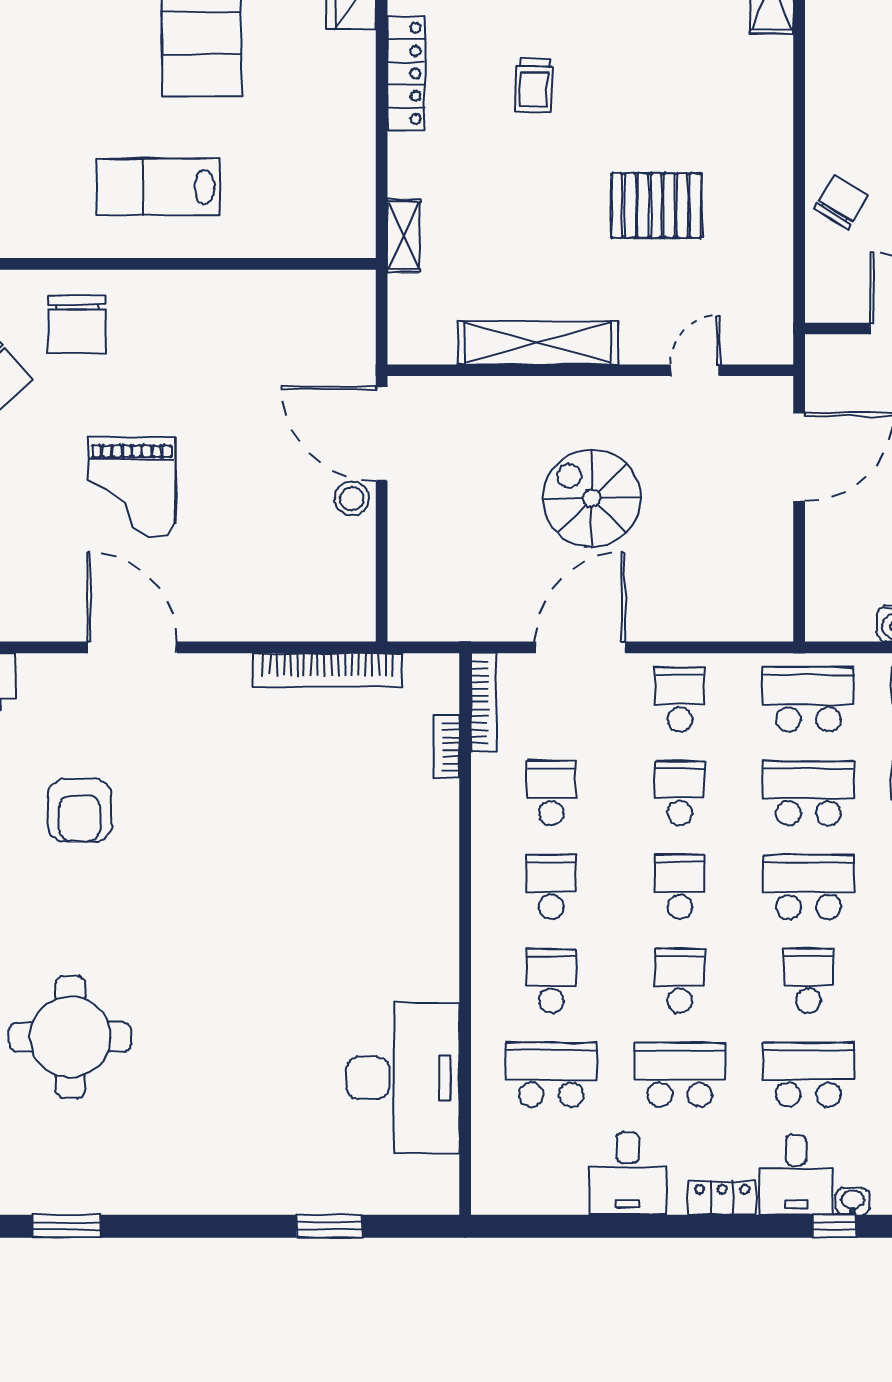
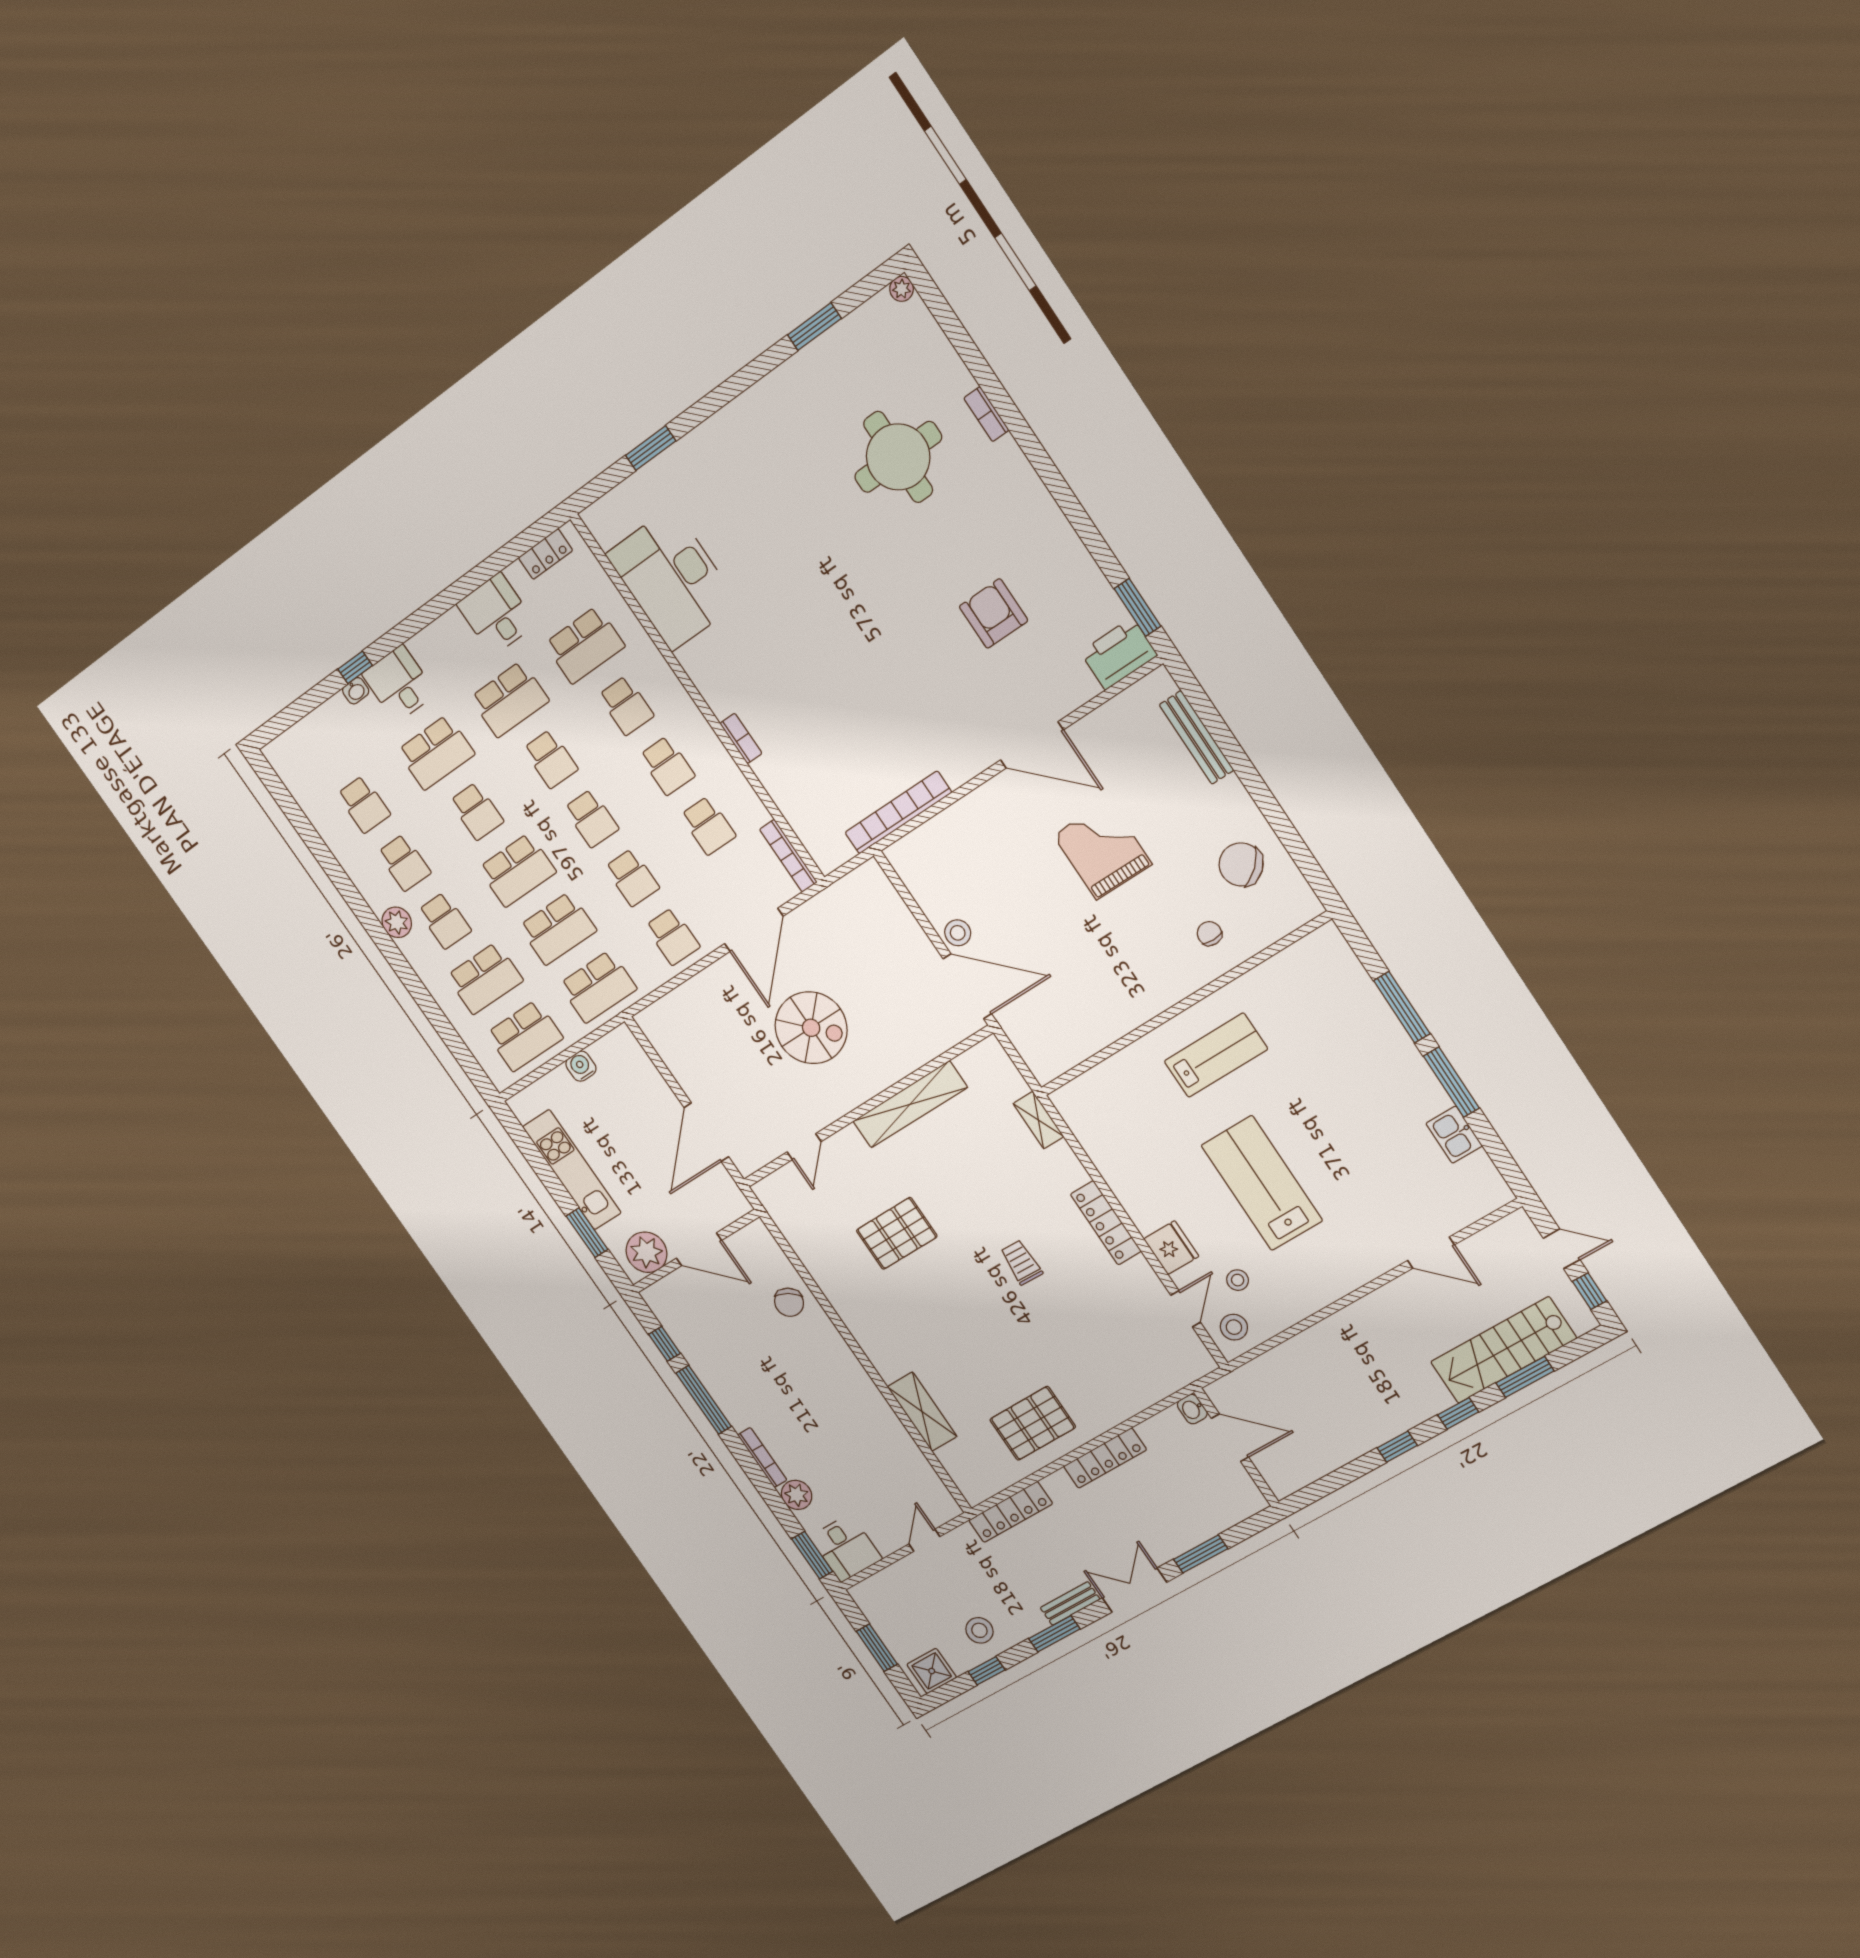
chair: (77, 324) -> (1209, 934), width x0.54, depth x0.54
bookcase: (447, 747) -> (741, 738), moved
locker: (722, 1198) -> (545, 554), moved

